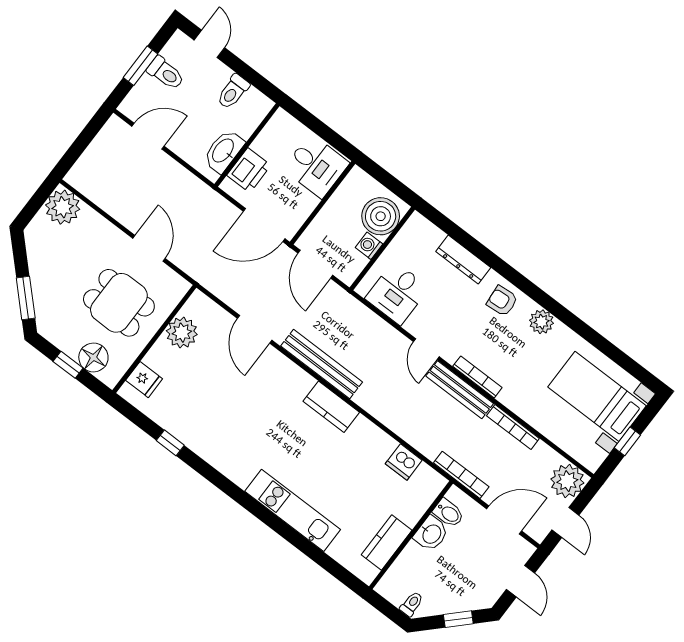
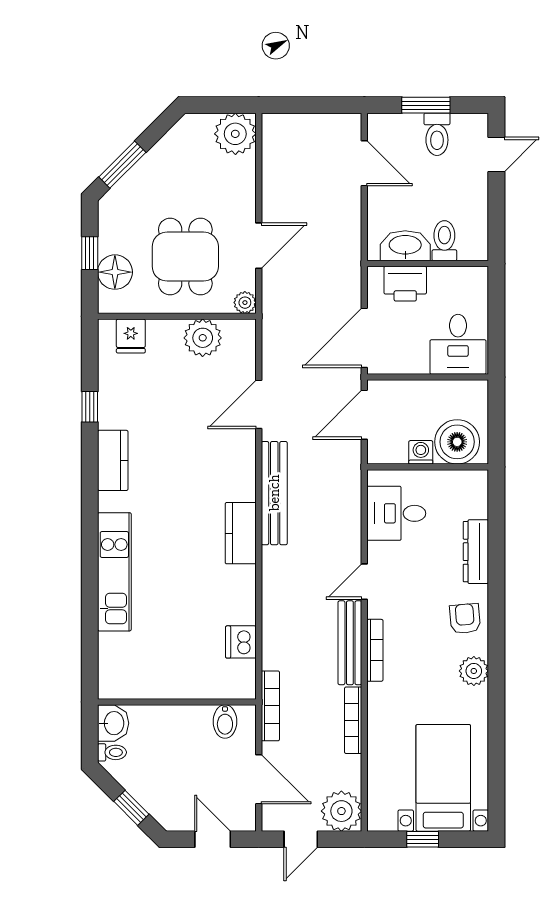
toilet: (233, 92) -> (444, 241), moved, turned 90
door: (264, 225) -> (364, 338), hinge flipped
plant: (180, 287) -> (245, 303), added
washbasin: (431, 534) -> (113, 723), moved, turned -90
kitchen counter: (387, 543) -> (113, 460), moved, turned 90
door: (521, 581) -> (213, 839), swing flipped

